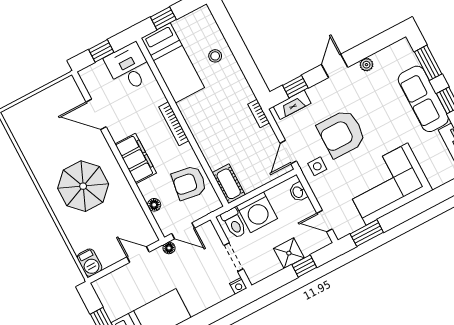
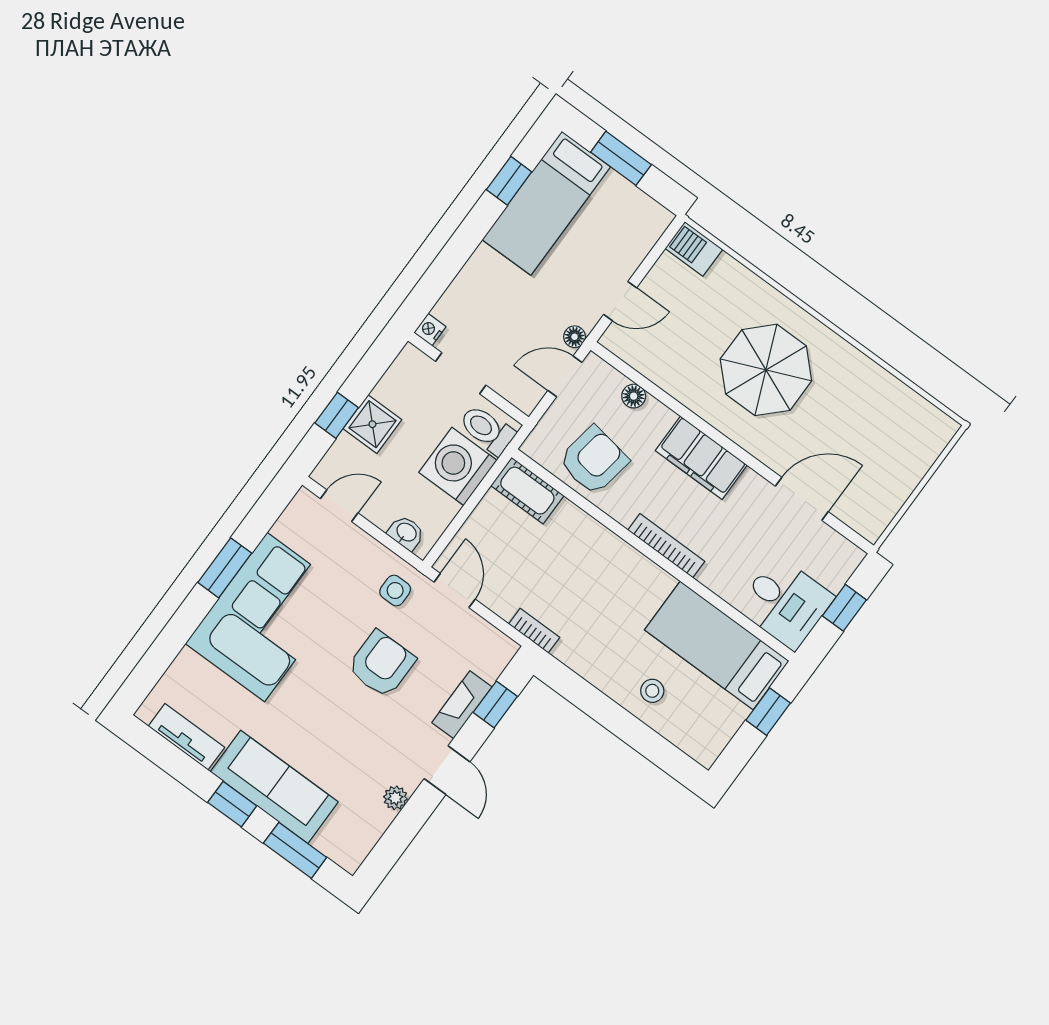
fireplace: (292, 105) -> (462, 705), moved
armchair: (342, 134) -> (381, 664), width x0.73, depth x0.73
window: (367, 233) -> (225, 568), moved

